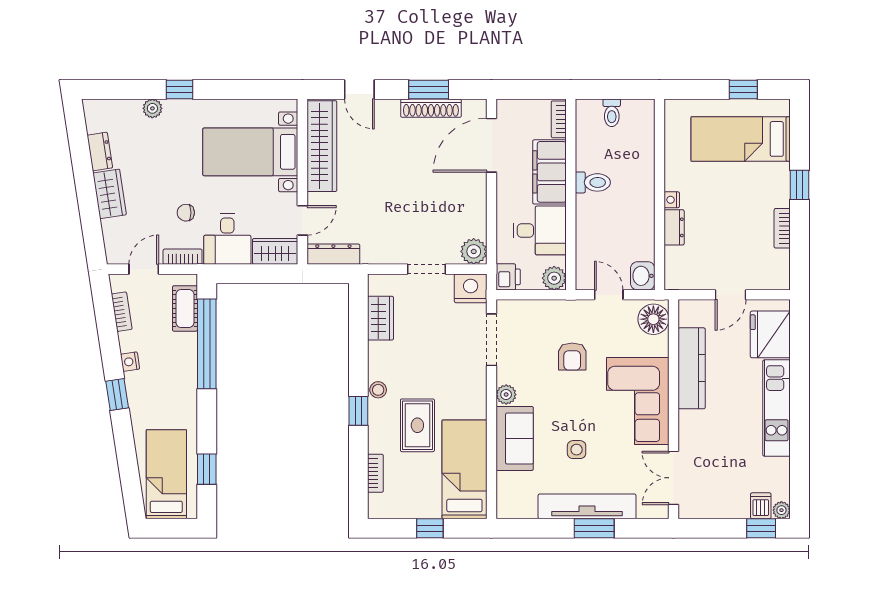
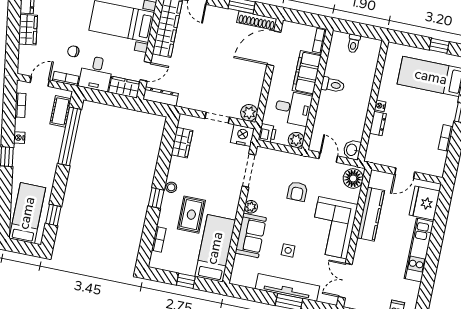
shoe rack: (431, 108) -> (257, 21), moved

